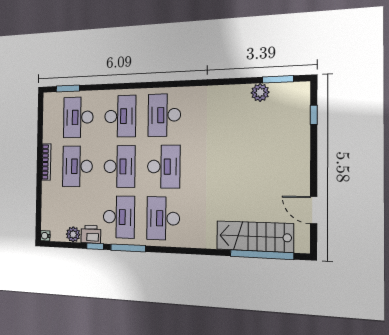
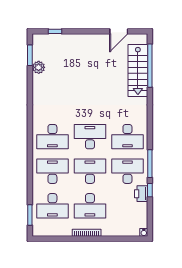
plant: (73, 234) -> (142, 209), removed

